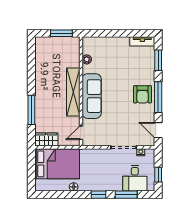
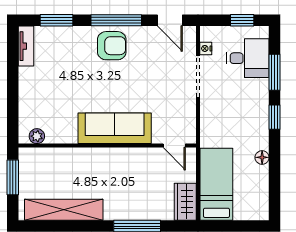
plant: (87, 59) -> (37, 136), moved
shelving: (73, 92) -> (64, 210), moved
door: (158, 130) -> (170, 20), hinge flipped
bed: (57, 164) -> (216, 184), width x0.67

